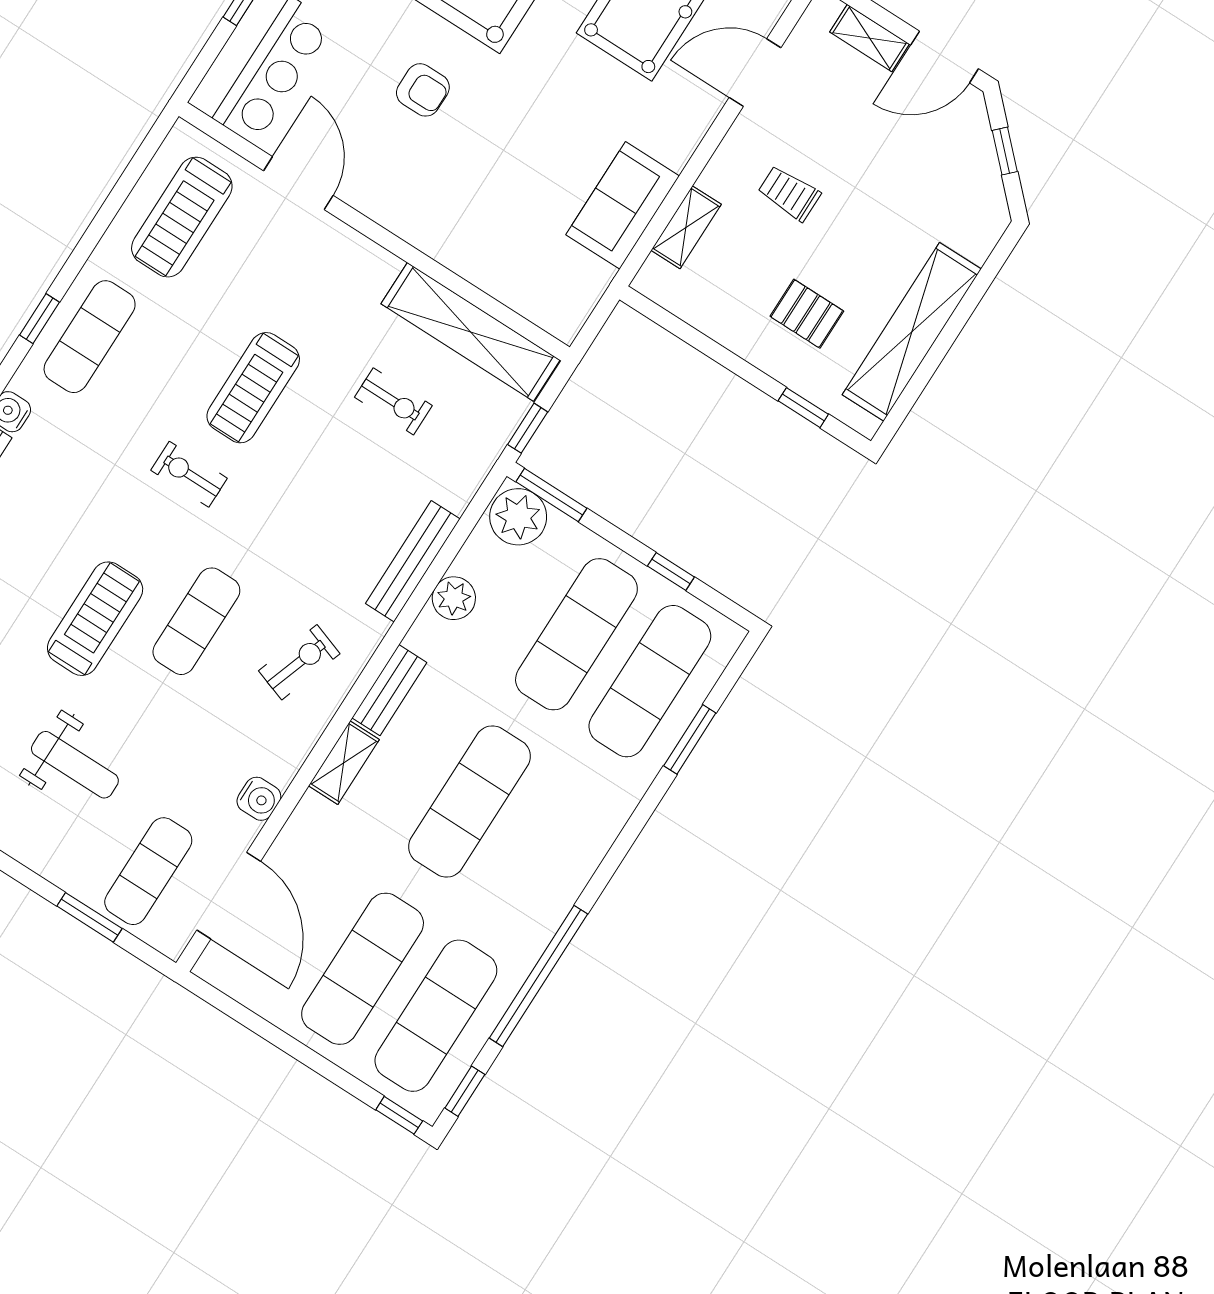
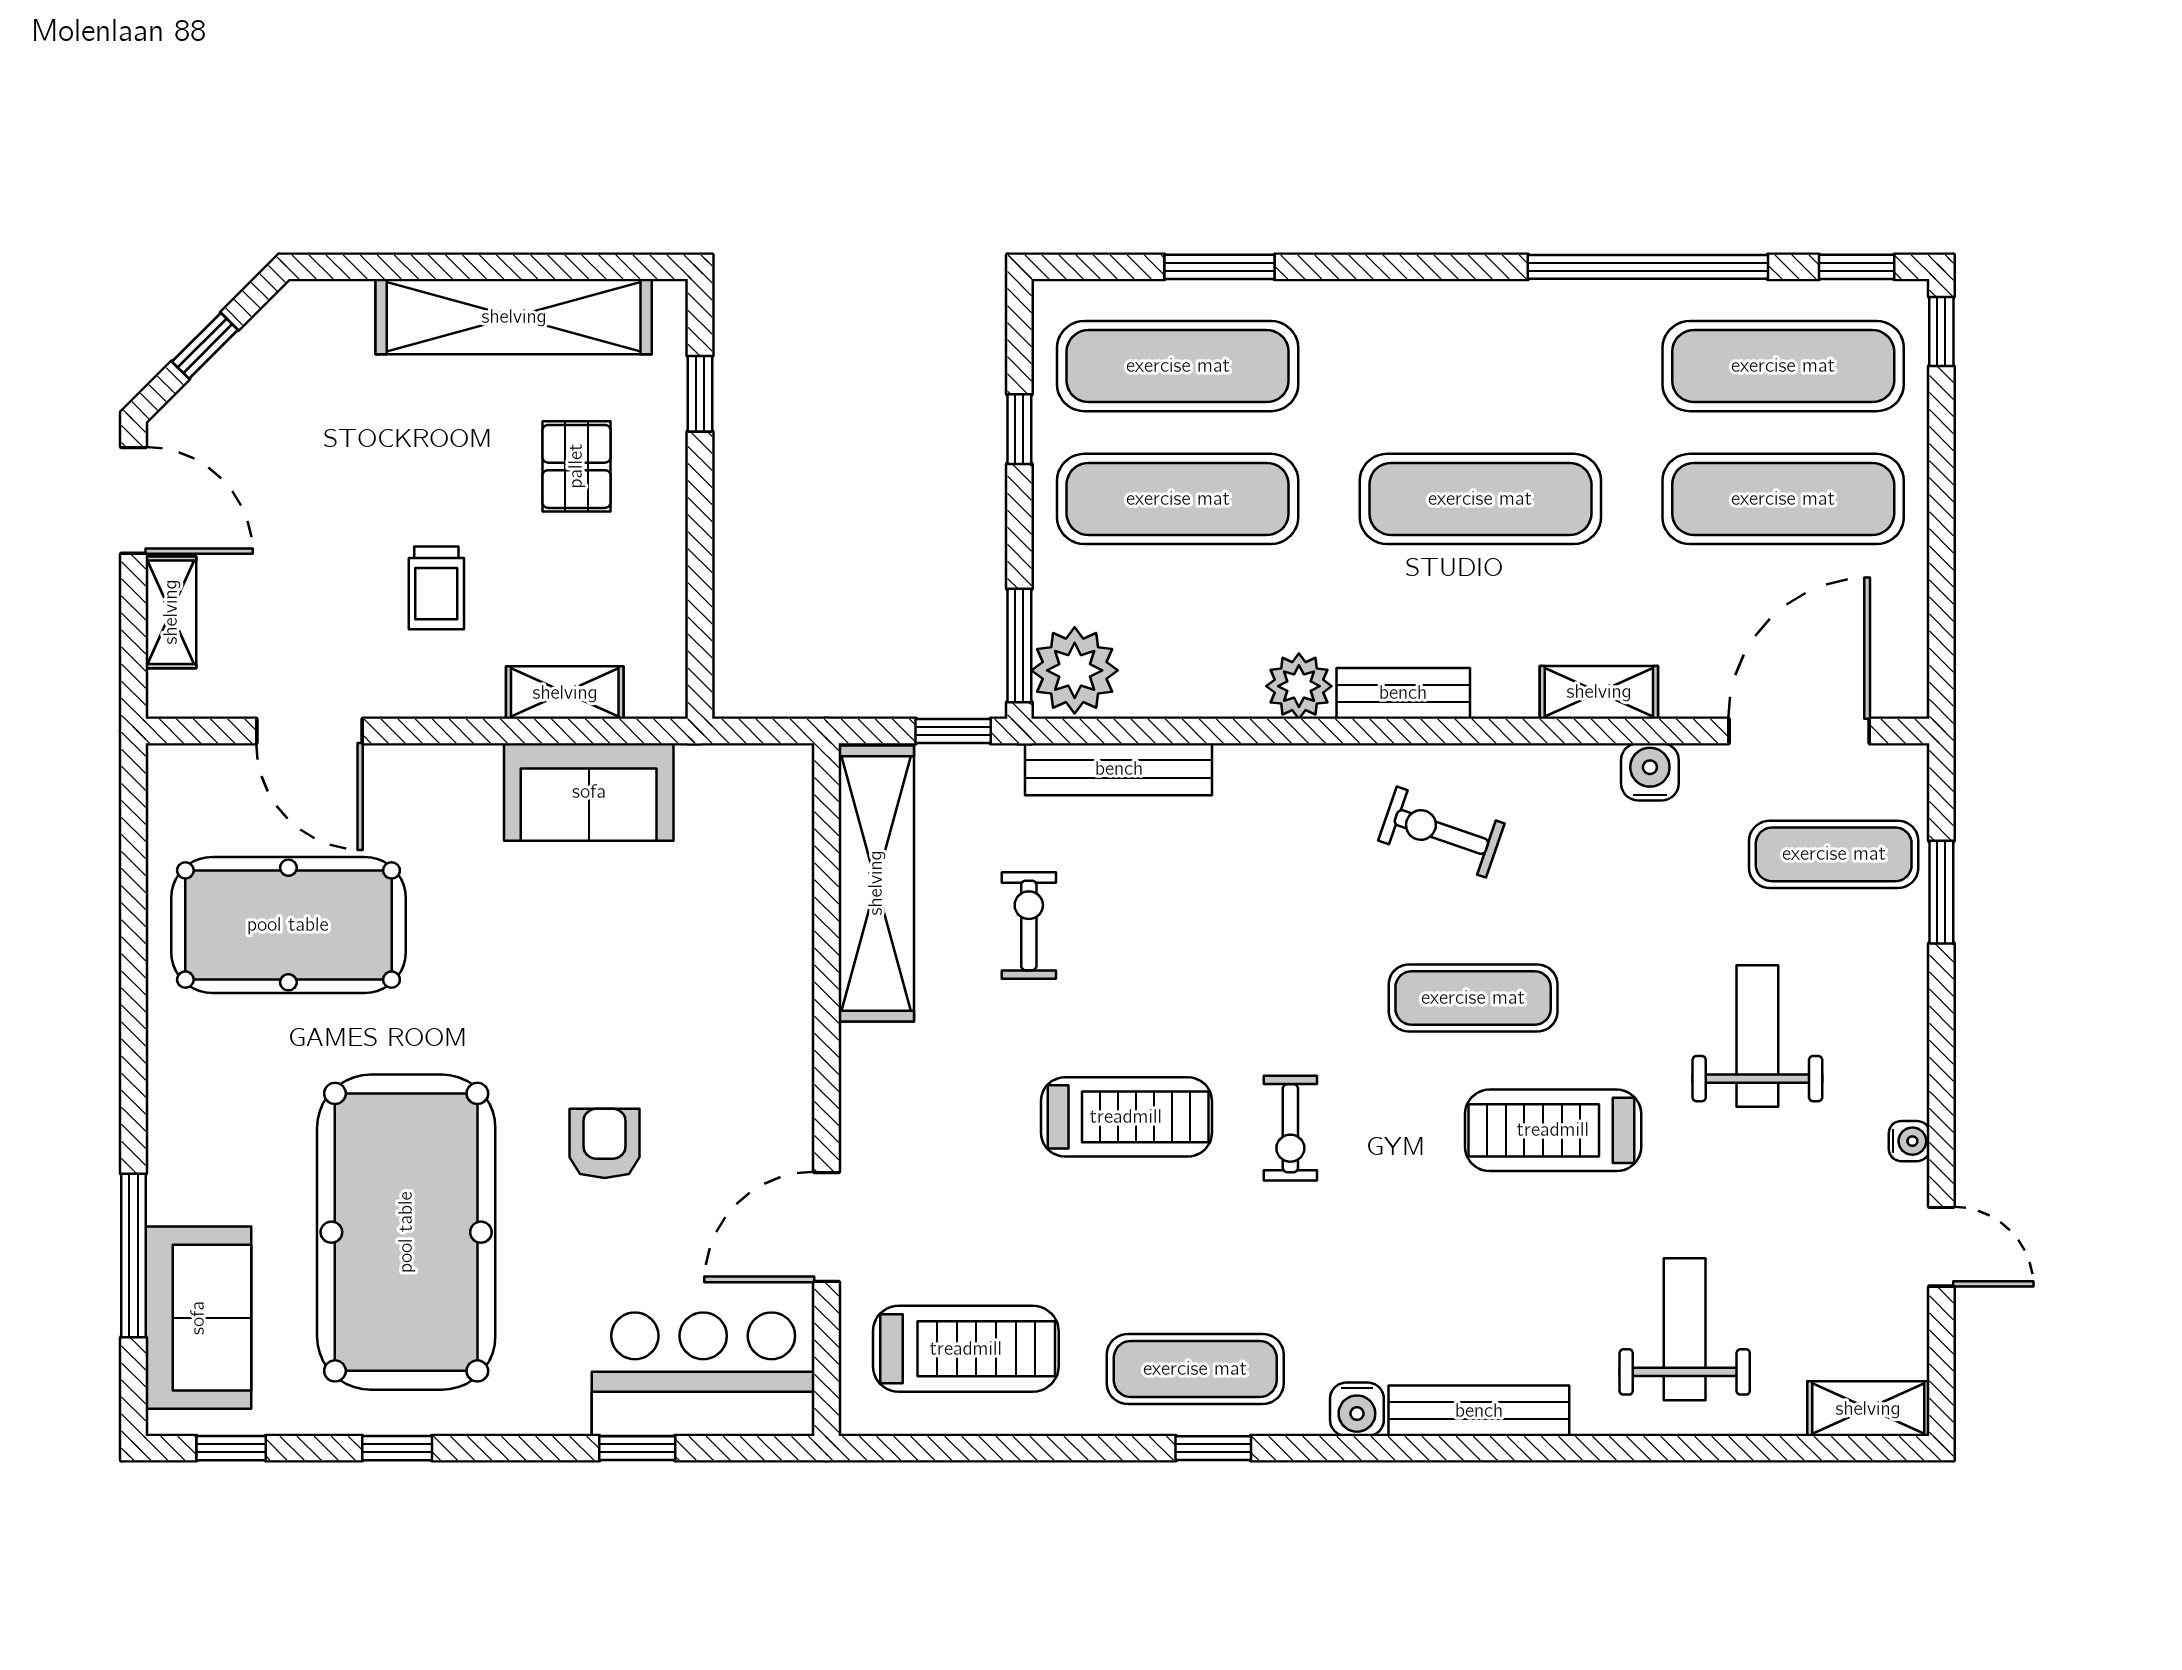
bench: (413, 561) -> (1119, 769), moved
plant: (454, 598) -> (1299, 686), moved
shelving: (344, 763) -> (1599, 692), moved

